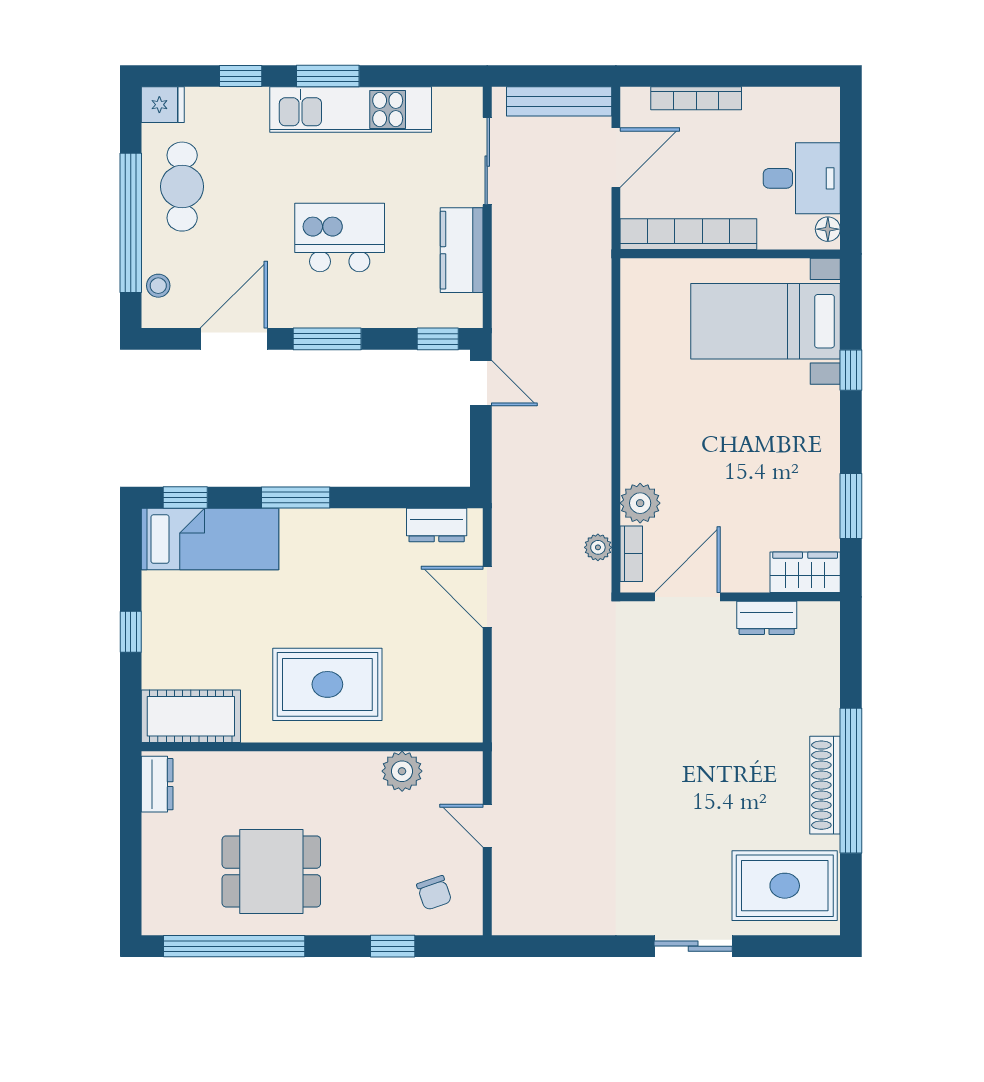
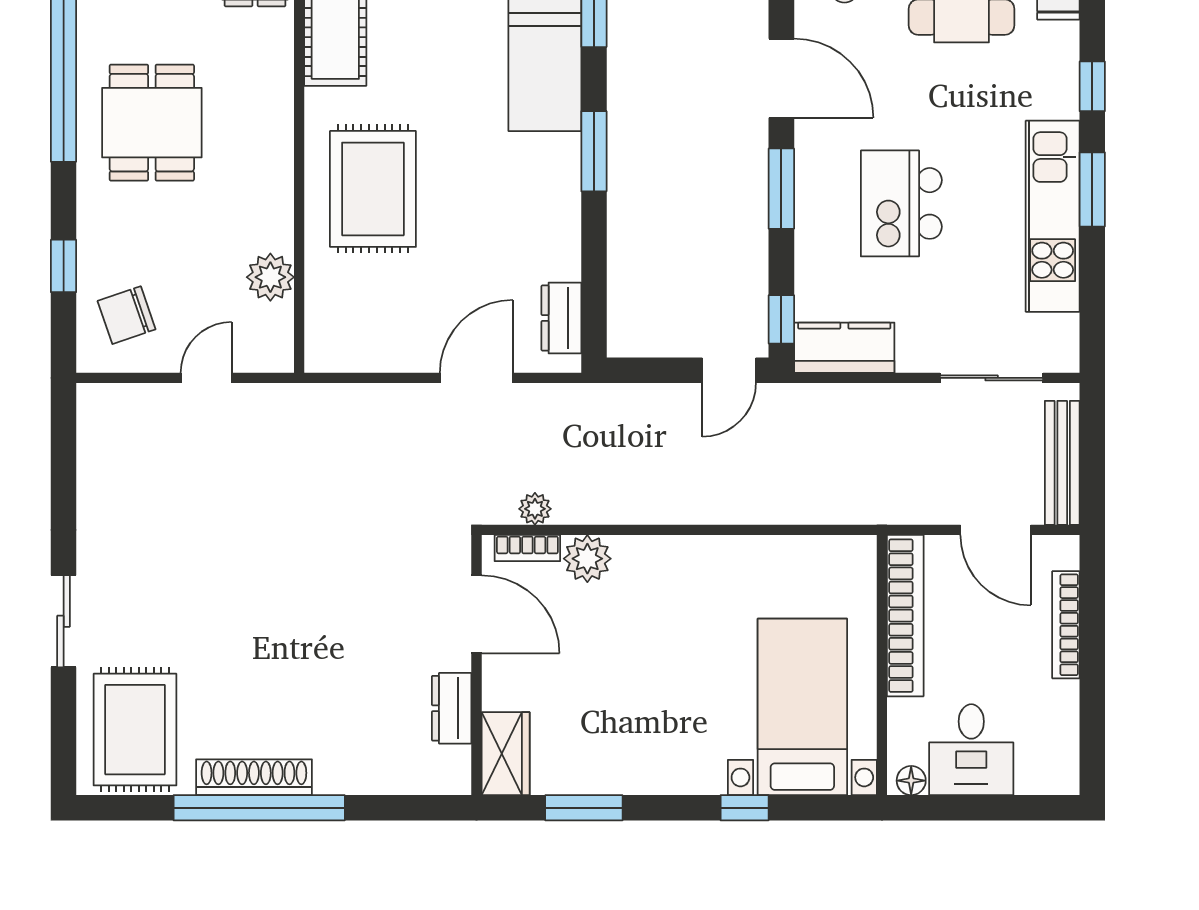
kitchen island: (340, 238) -> (901, 203), turned 180
kitchen counter: (462, 250) -> (844, 348), moved
chair: (434, 893) -> (127, 315), width x1.37, depth x1.37

